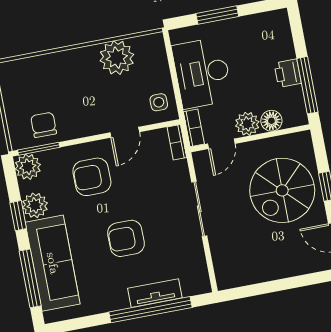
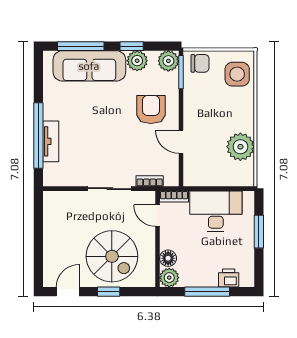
printer: (288, 73) -> (229, 278), moved
window: (307, 85) -> (207, 292), moved
side table: (159, 102) -> (237, 74), moved, width x1.87, depth x1.87
plant: (247, 124) -> (169, 278), moved
chair: (44, 125) -> (200, 63), moved
bookcase: (177, 142) -> (150, 181), moved
spiral stairs: (282, 190) -> (112, 256), turned 180
armchair: (126, 238) -> (98, 127), removed

